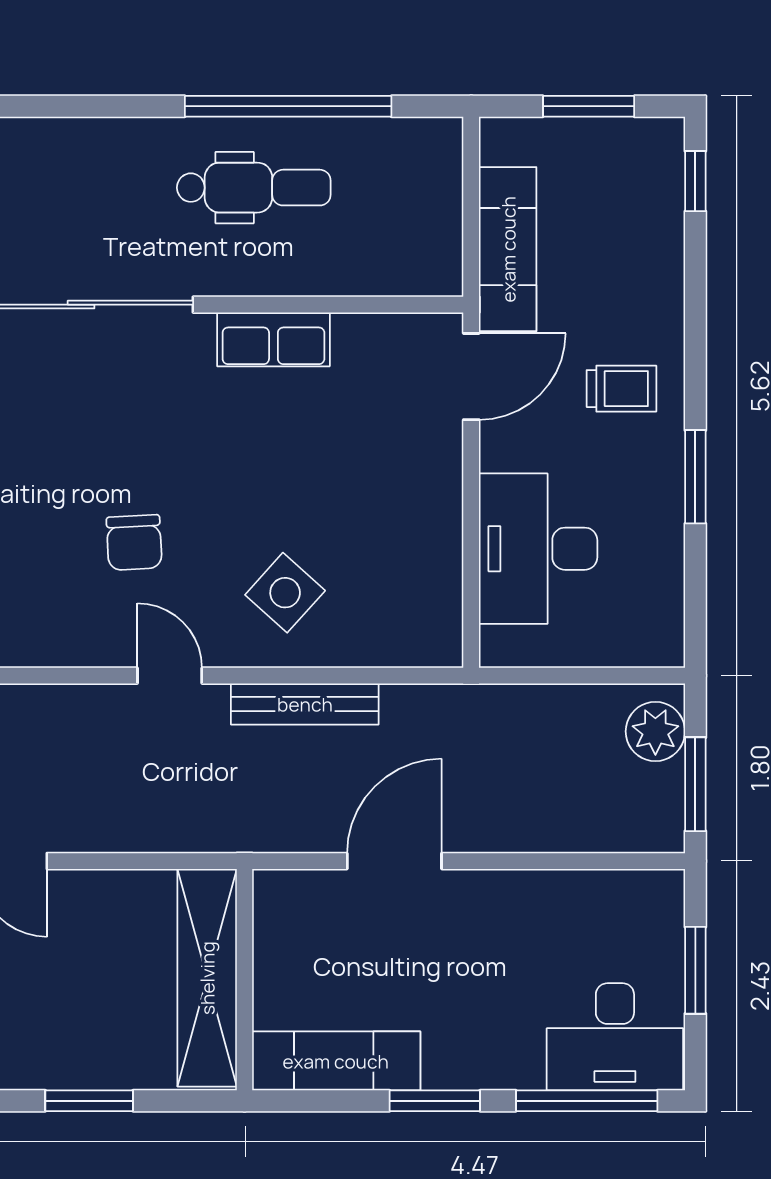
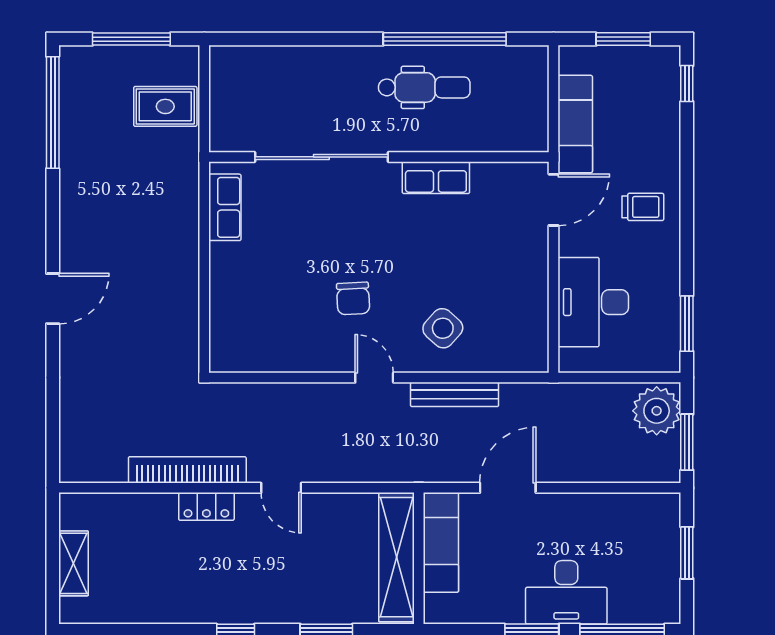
window: (695, 477) -> (687, 324), moved
plant: (655, 731) -> (657, 411), width x1.36, depth x1.36
desk: (615, 1037) -> (566, 592), moved
exam couch: (336, 1061) -> (441, 542), moved, turned 90

